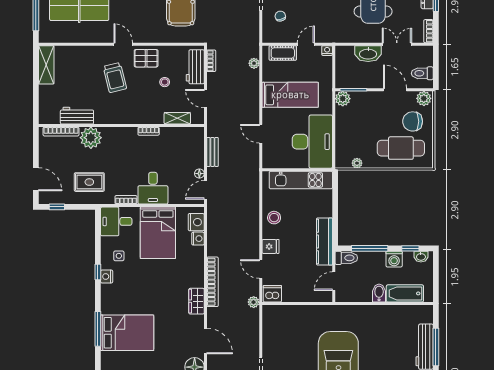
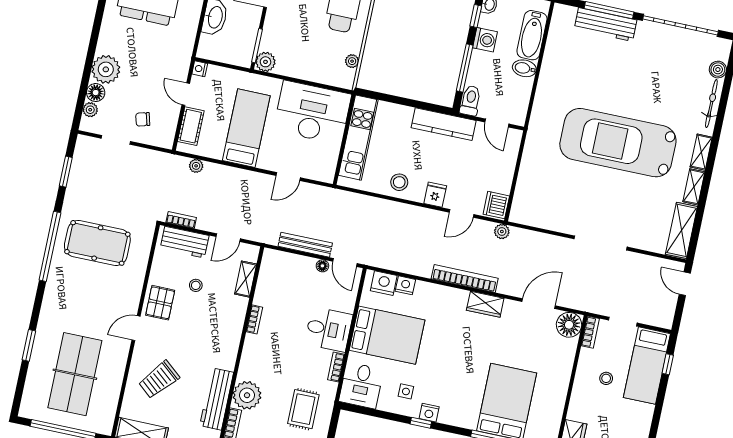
trolley: (115, 78) -> (159, 380), moved, turned 144
workbench: (77, 116) -> (217, 399), width x1.38
bench: (212, 152) -> (305, 245), width x1.36

